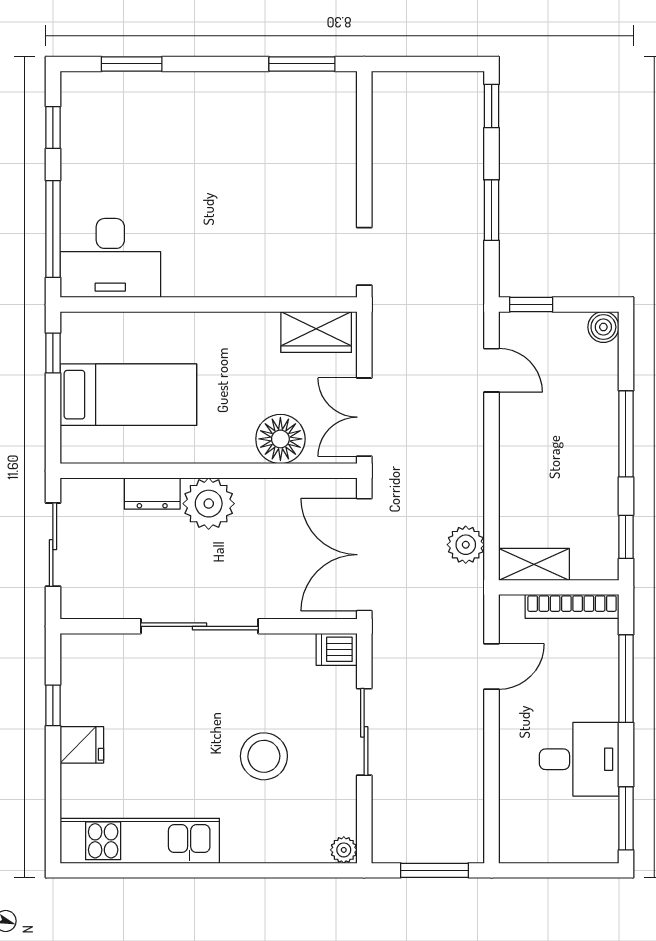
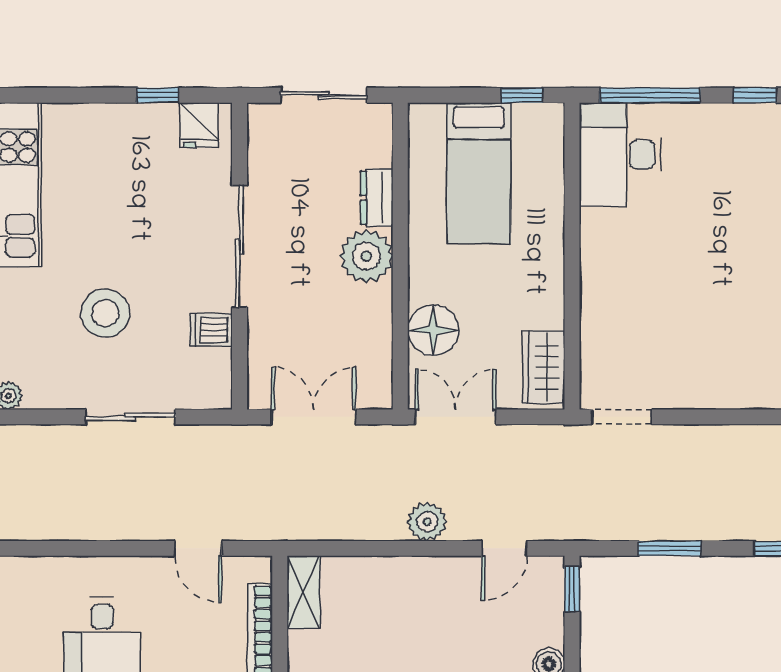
plant: (466, 545) -> (427, 522), moved
double door: (364, 555) -> (314, 417), width x0.73
dishwasher: (337, 649) -> (211, 330), moved, turned -90
fridge: (82, 745) -> (199, 125), moved

